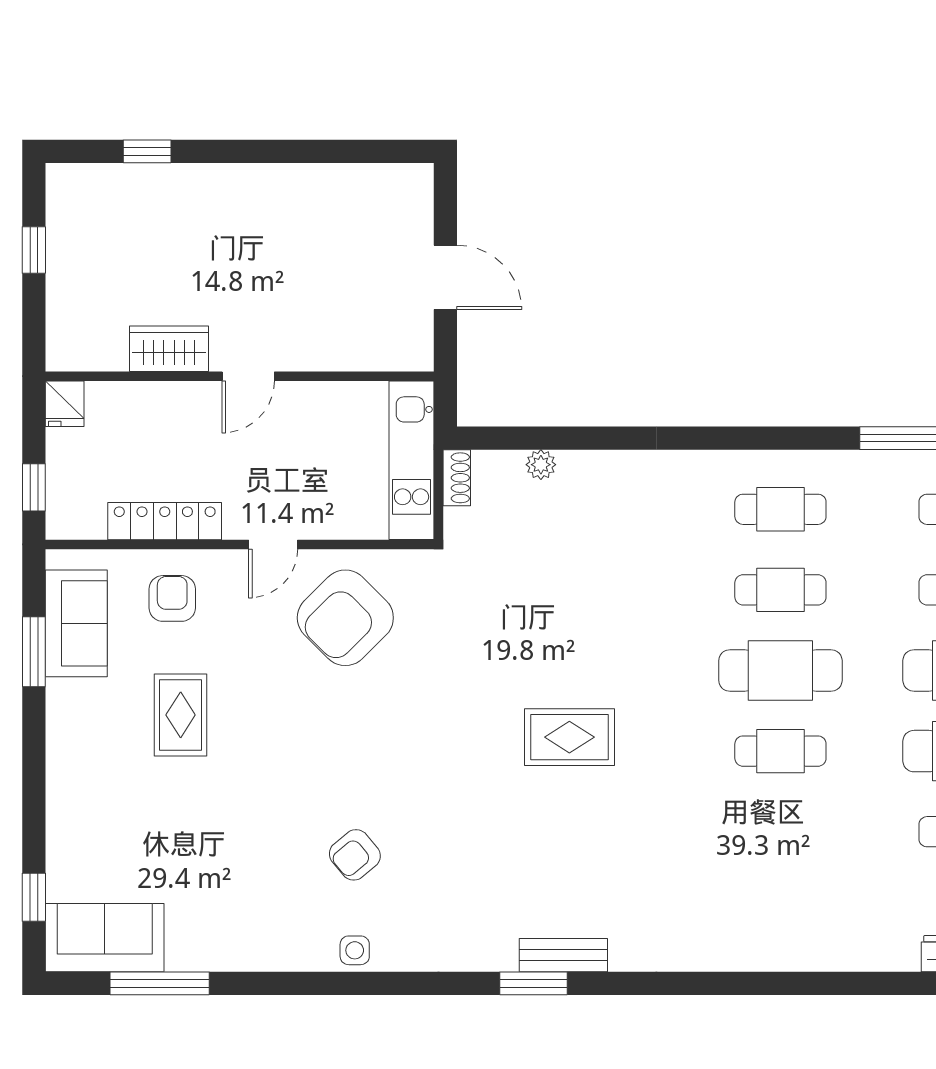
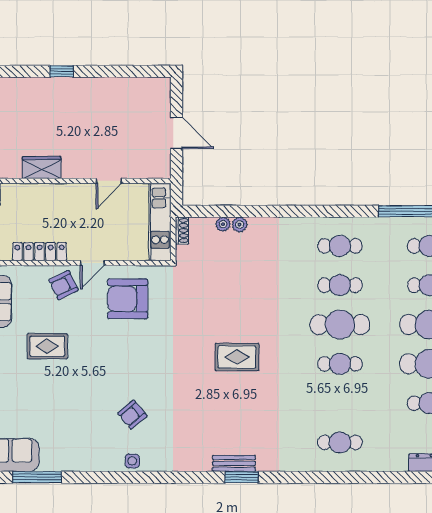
window: (147, 151) -> (62, 71), moved
door: (248, 376) -> (109, 181), moved
plant: (575, 465) -> (240, 224), added
armchair: (172, 598) -> (63, 285), moved, turned -116
armchair: (345, 618) -> (128, 299), turned 45
rug: (181, 715) -> (47, 346), turned 90
cafe table: (780, 912) -> (340, 442), added
window: (533, 983) -> (242, 477), moved

